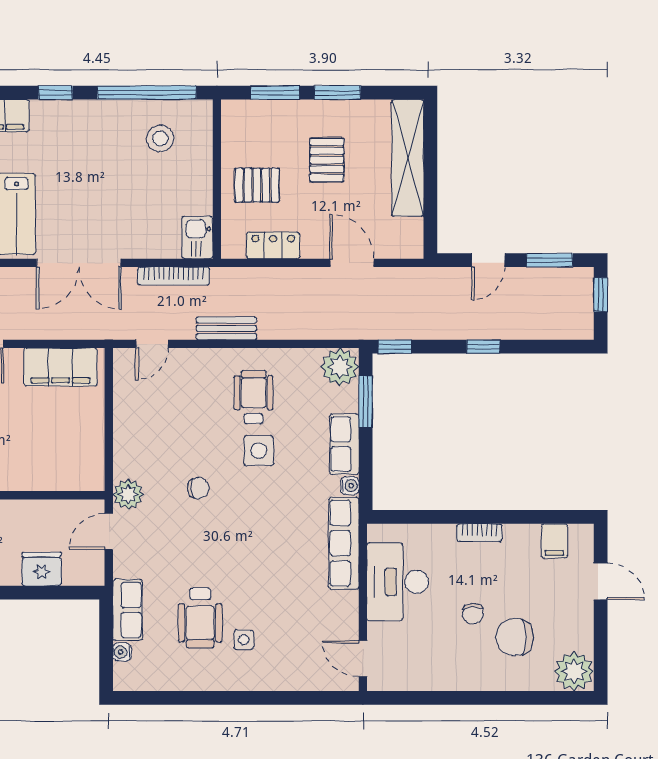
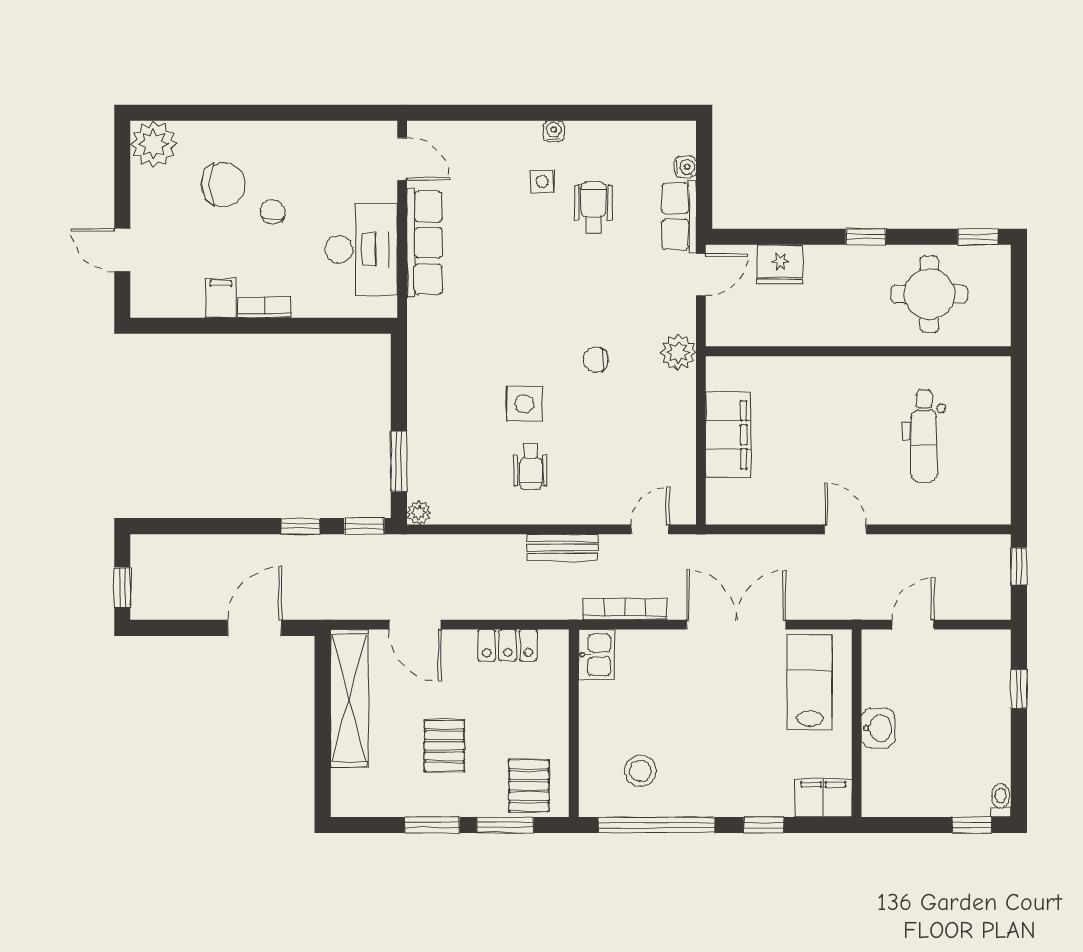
shelving: (408, 158) -> (349, 698), moved
pallet: (257, 185) -> (529, 786), moved, turned 90
door: (488, 260) -> (255, 628), width x1.38
window: (550, 260) -> (182, 628), removed
window: (483, 347) -> (300, 526), moved
filing cabinet: (60, 367) -> (728, 435), moved, turned 90
plant: (340, 367) -> (419, 513), width x0.53, depth x0.53
wheelchair: (254, 397) -> (531, 467), width x0.73, depth x0.73
row of seats: (344, 444) -> (424, 411), removed
water cooler: (350, 486) -> (554, 131), moved, turned 90
door: (109, 532) -> (701, 275), moved
filing cabinet: (554, 541) -> (221, 298), moved
row of seats: (344, 543) -> (424, 243), moved
wheelchair: (200, 618) -> (593, 207), width x0.73, depth x0.73

